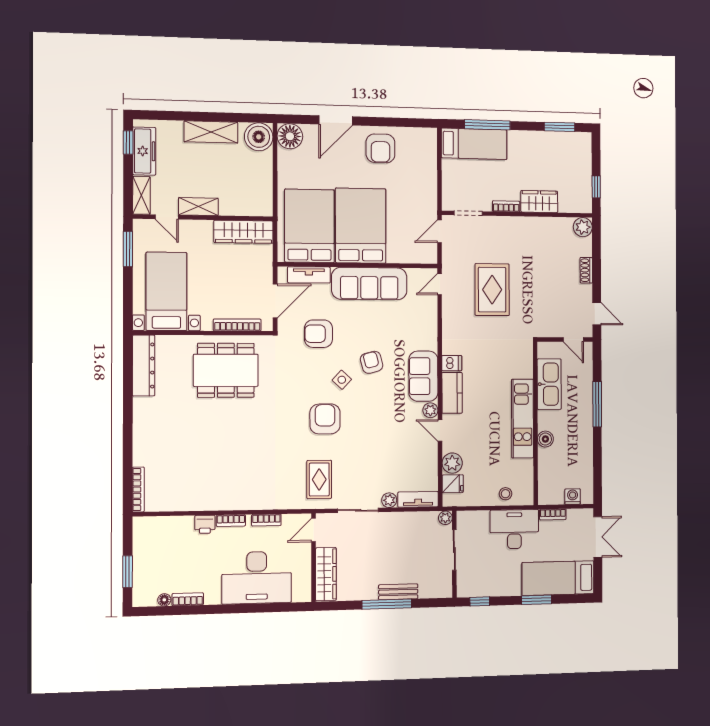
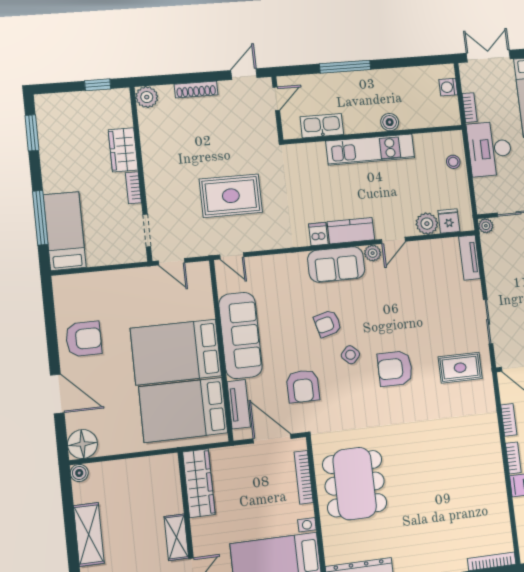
boiler: (259, 137) -> (79, 473), width x0.54, depth x0.54
shoe rack: (586, 270) -> (196, 90), width x1.43
kitchen sink: (549, 384) -> (322, 126), width x0.73, depth x0.81
plant: (389, 500) -> (474, 289), removed

